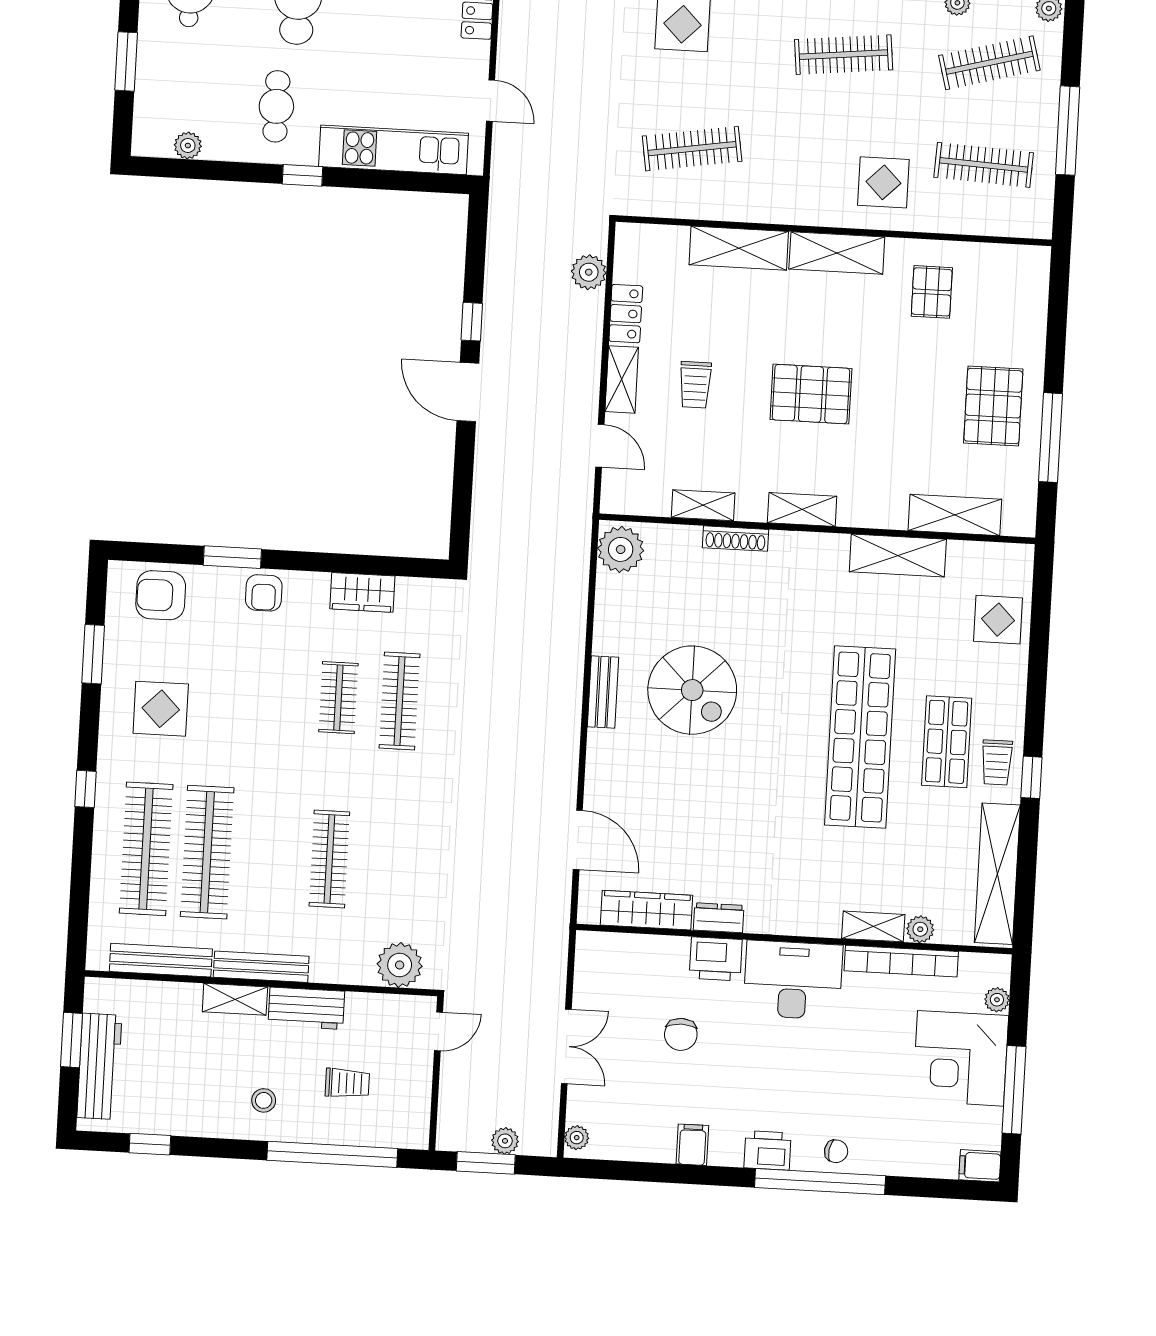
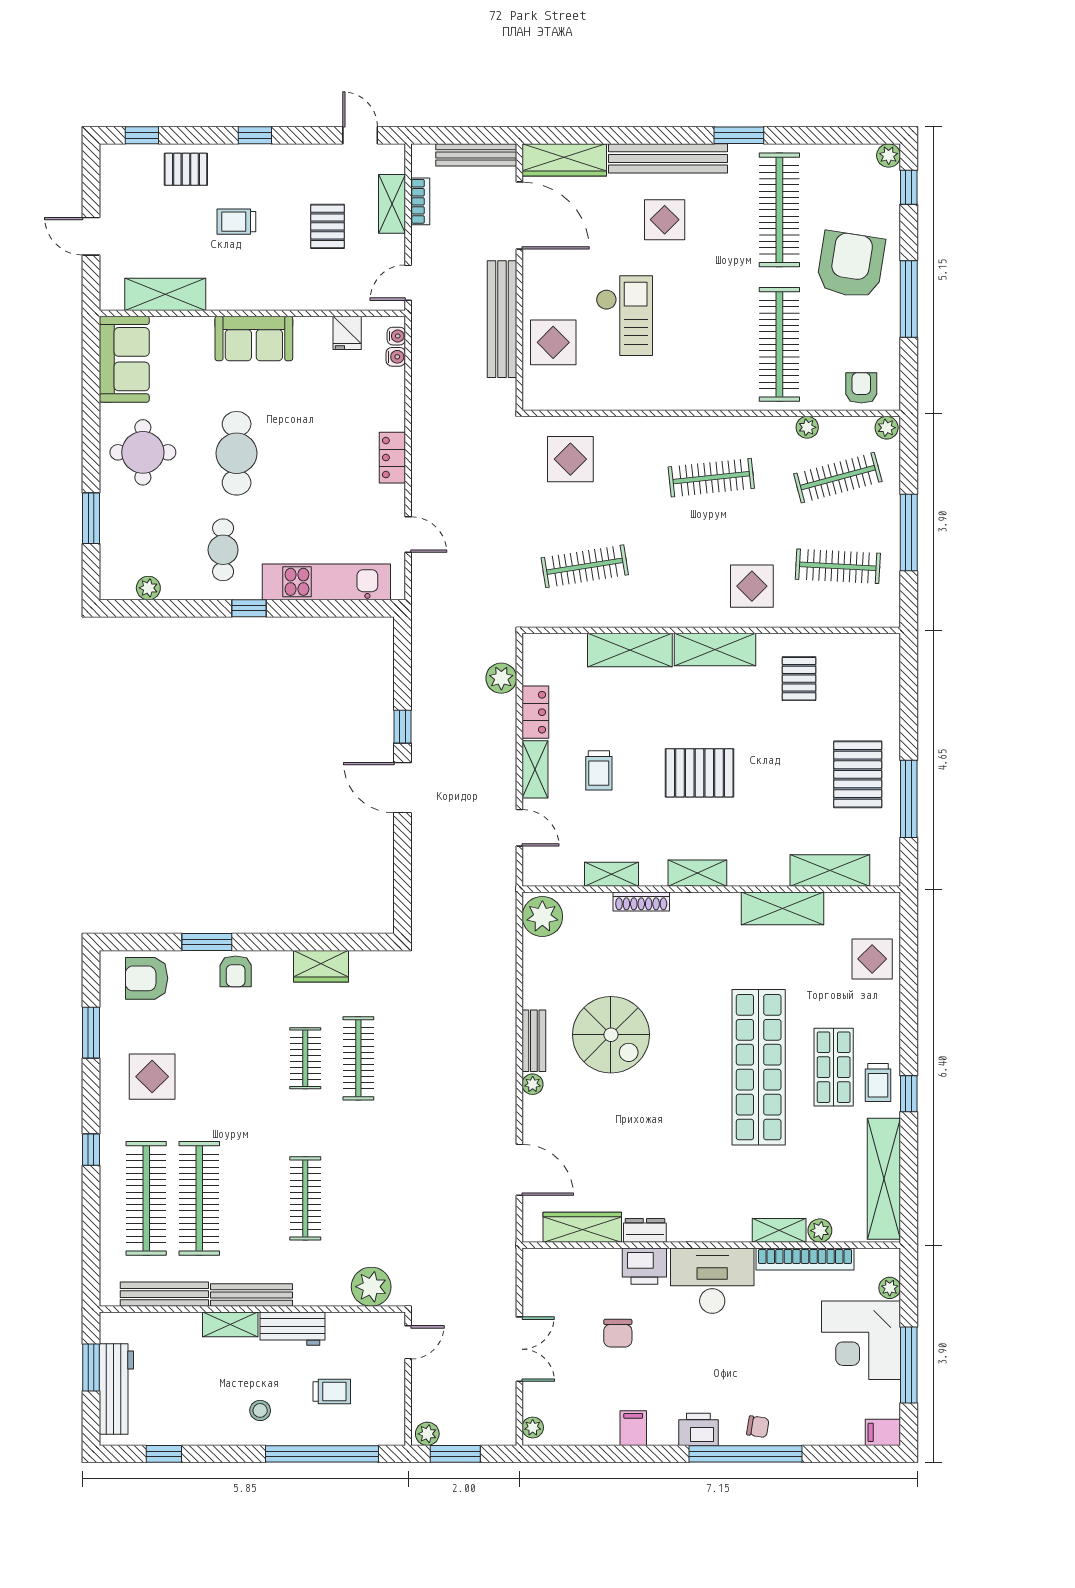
plant: (599, 742) -> (533, 1084), added
plant: (505, 1141) -> (427, 1434), moved

